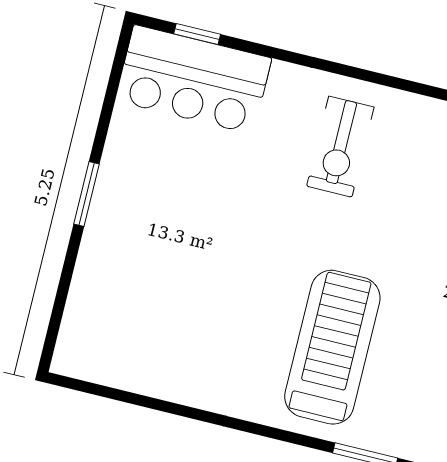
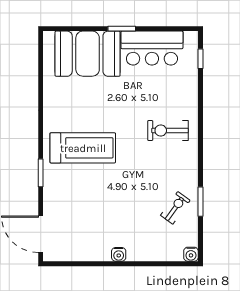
bar counter: (193, 79) -> (152, 48), moved, turned -90
booth: (124, 285) -> (88, 54), added

